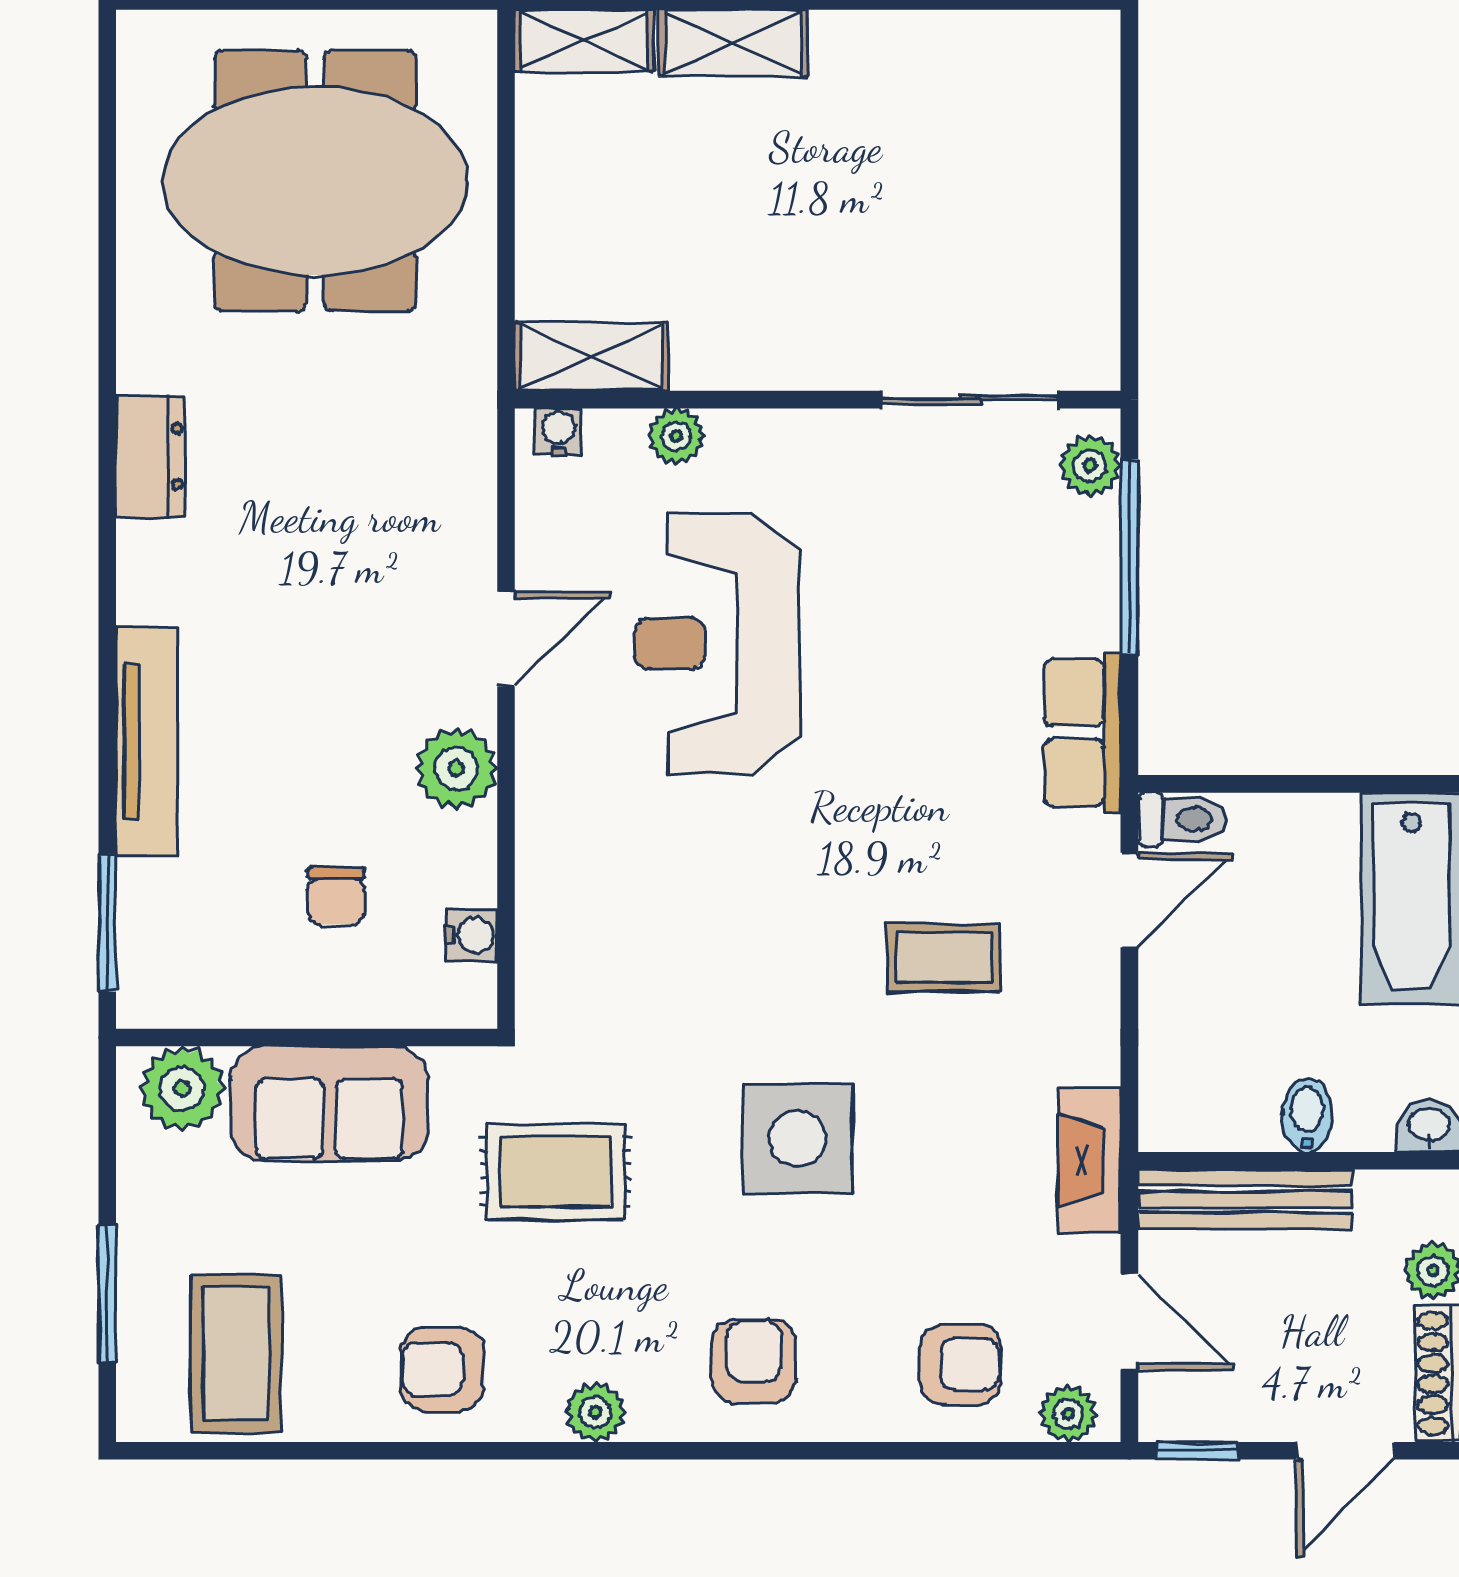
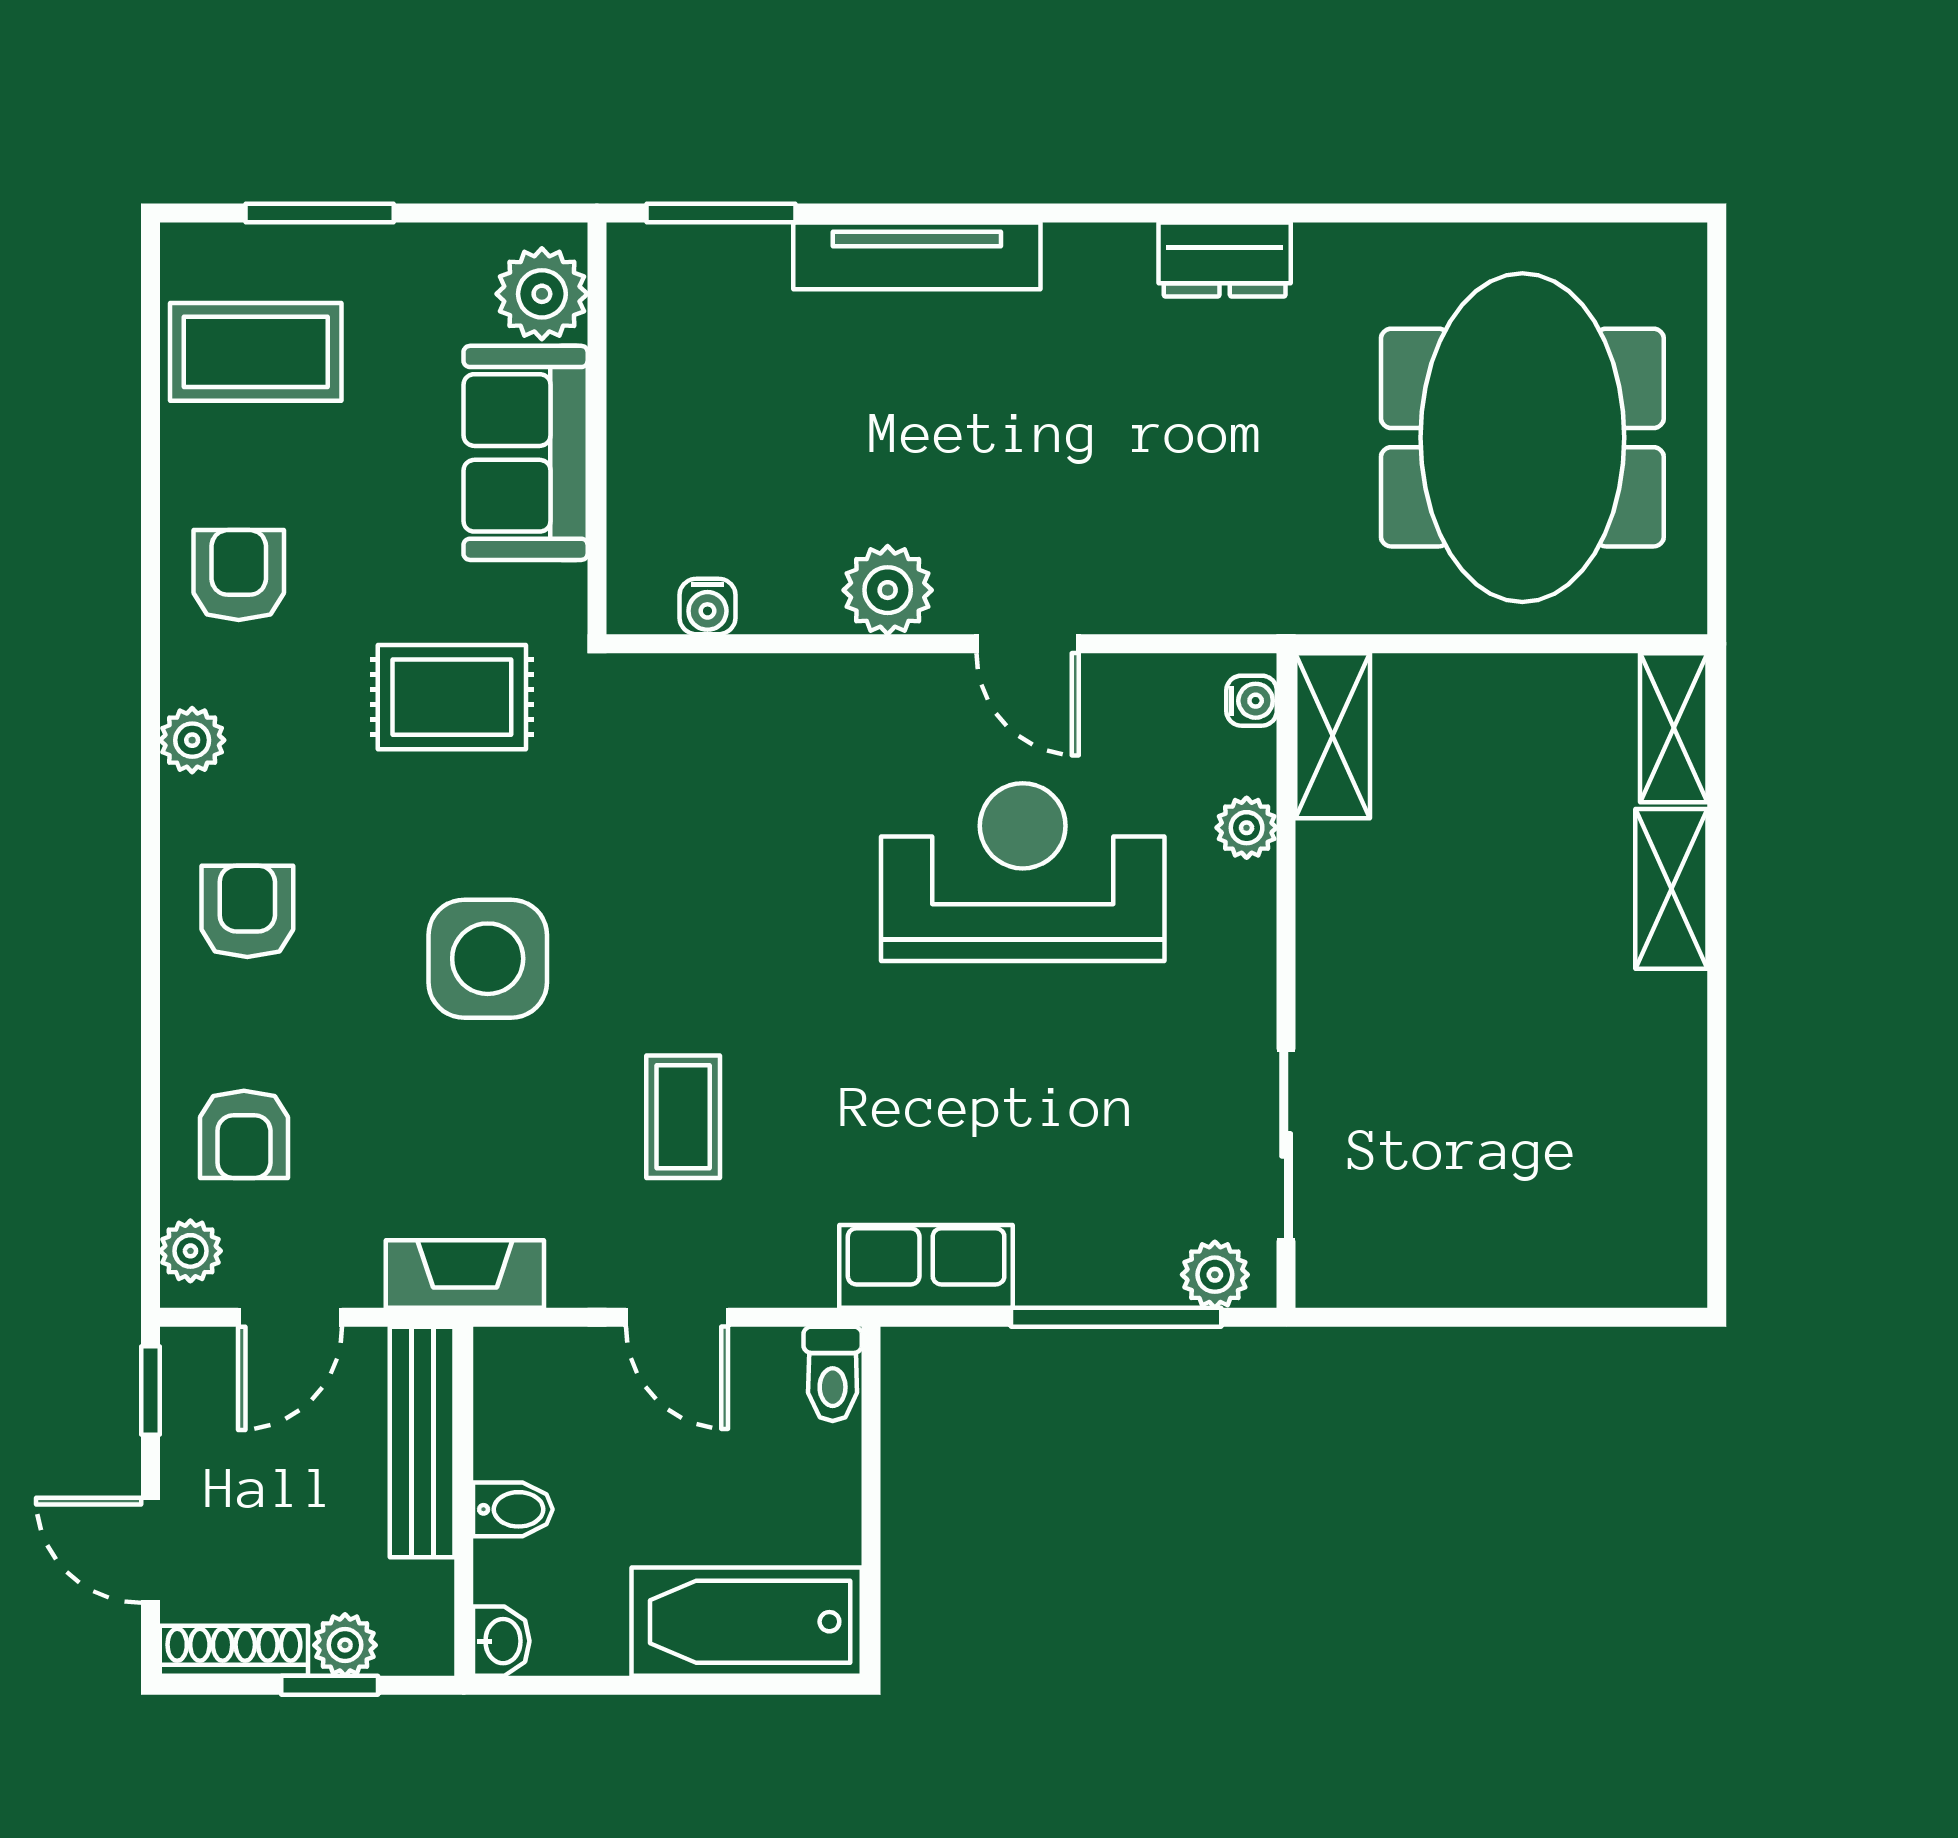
chair: (336, 896) -> (750, 460), removed
door: (1129, 900) -> (677, 1317), moved
rug: (555, 1172) -> (452, 697), turned 90
armchair: (754, 1361) -> (247, 911), turned -90

